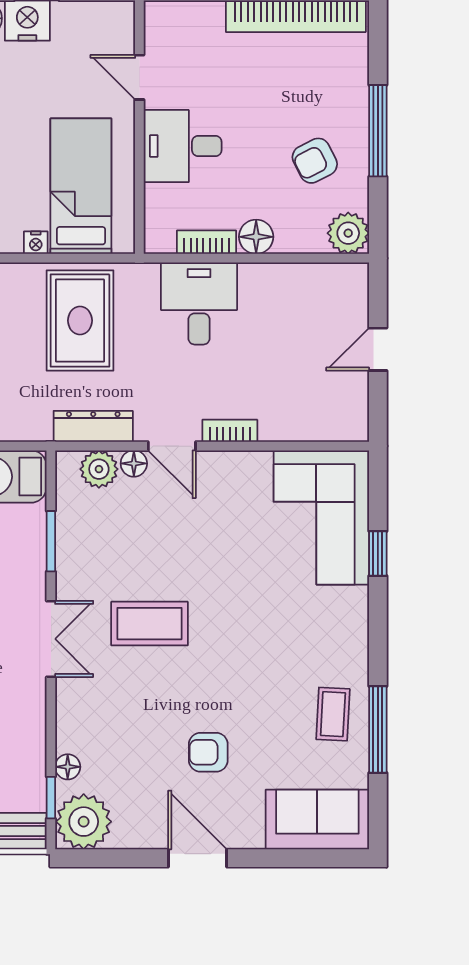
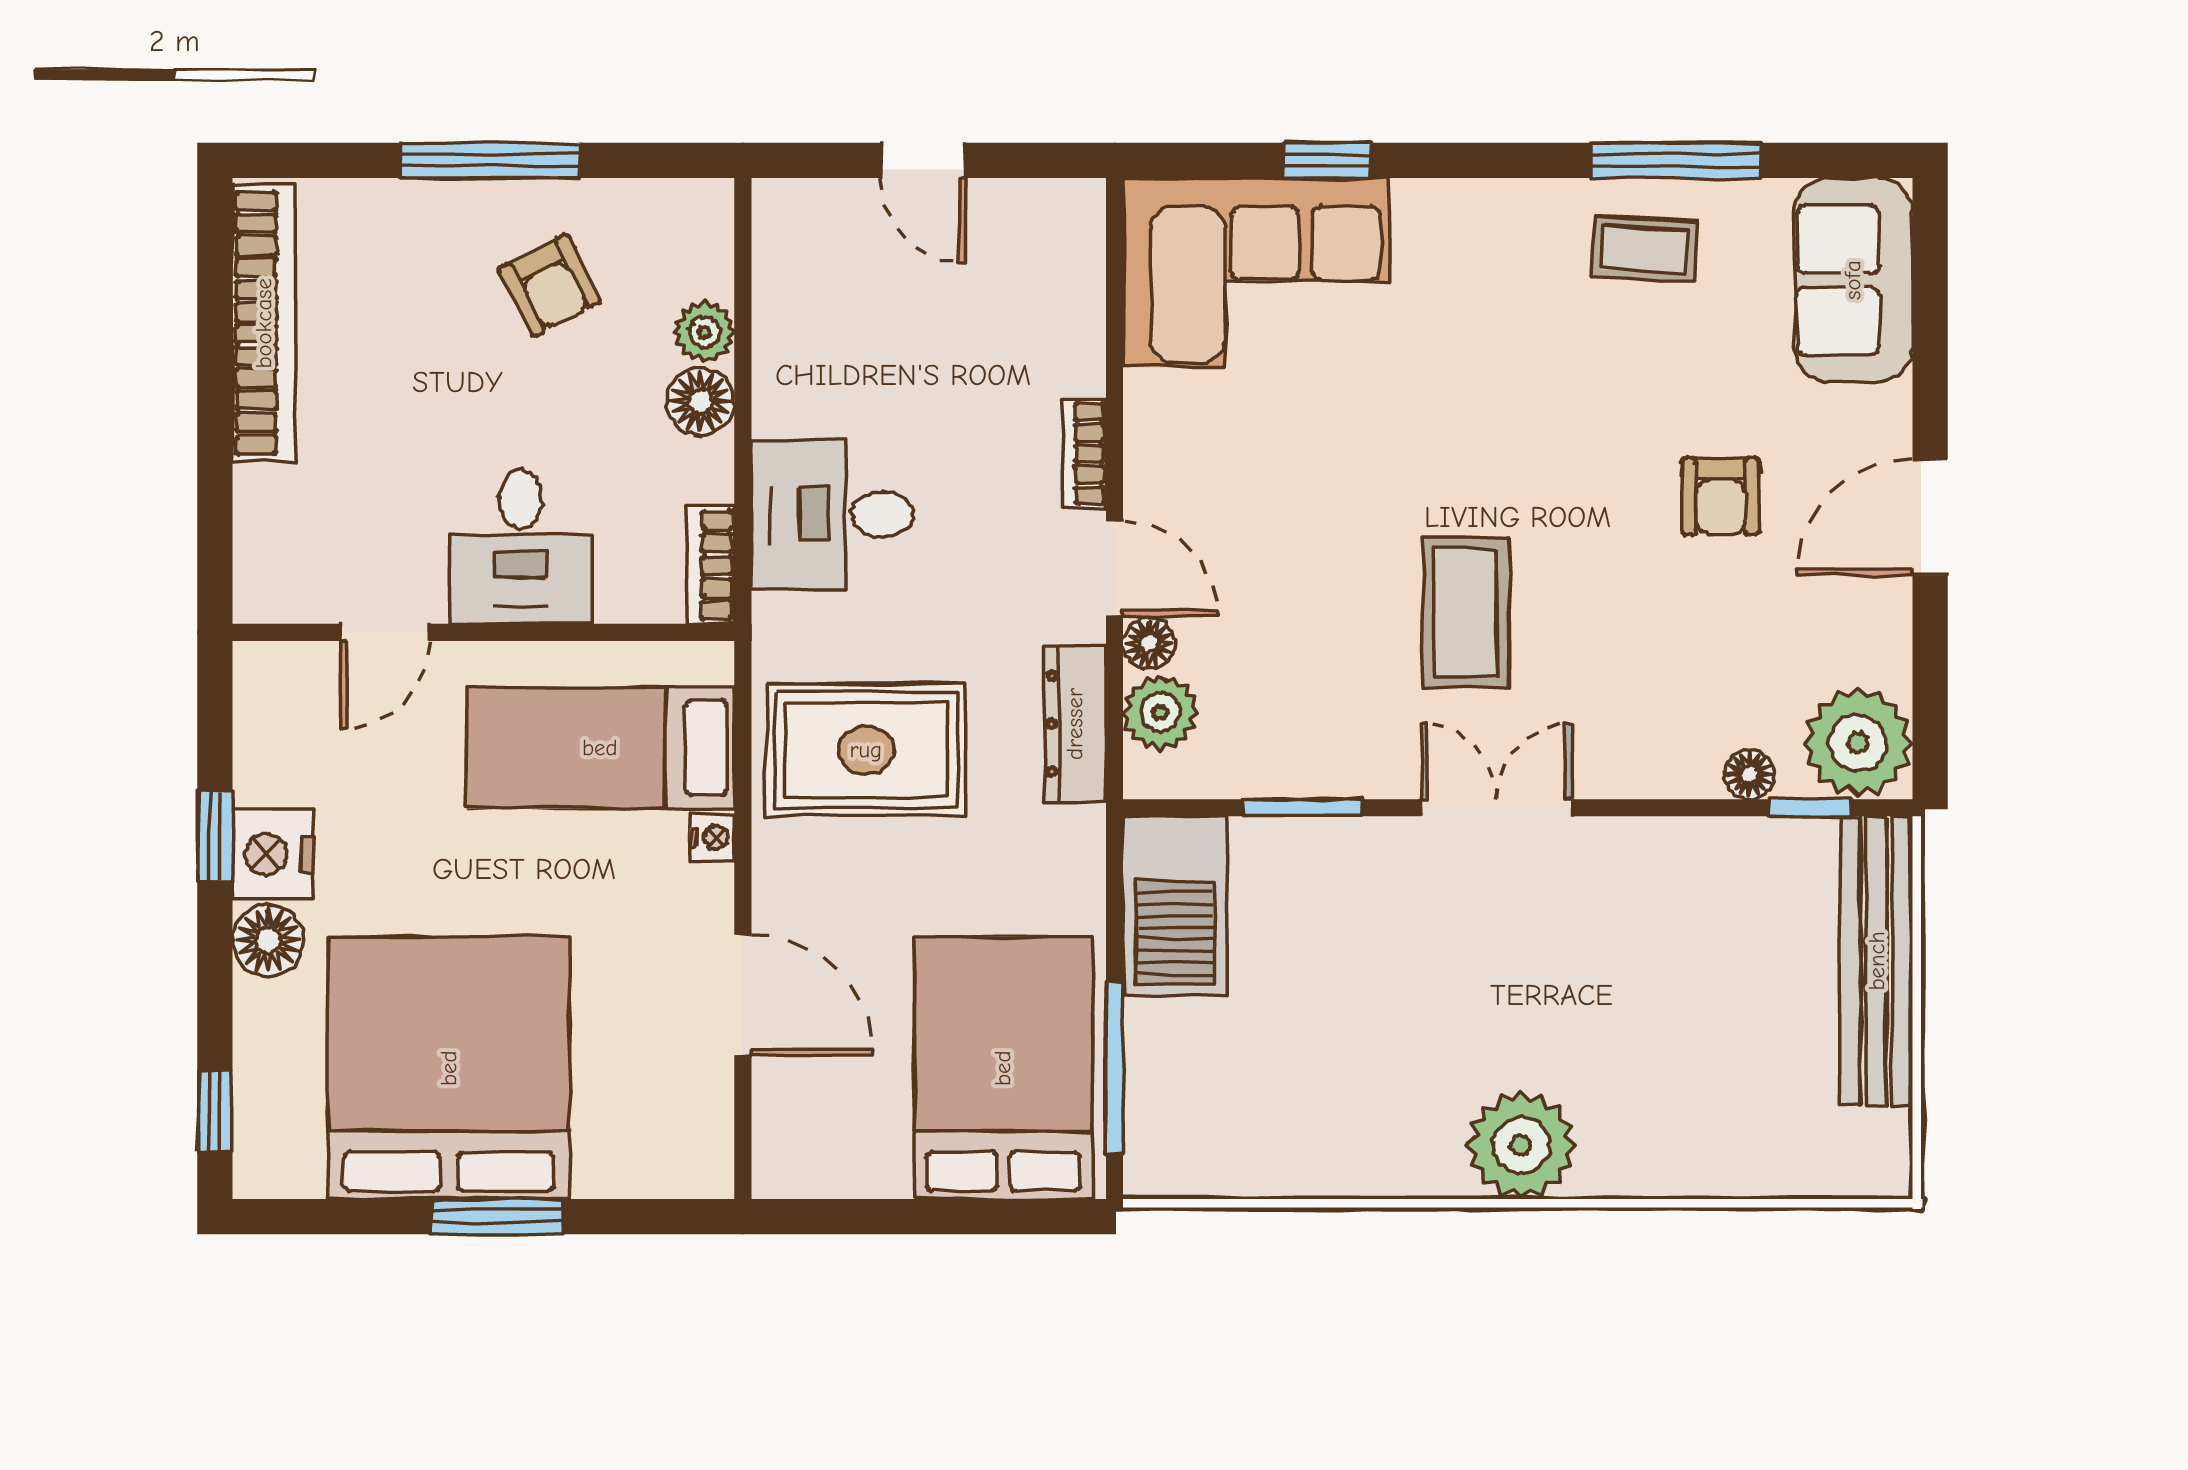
plant: (348, 233) -> (704, 332), moved, width x0.73, depth x0.73
bookcase: (207, 242) -> (711, 565), moved
door: (172, 446) -> (1115, 568), hinge flipped

